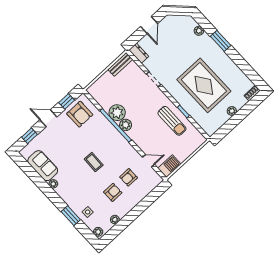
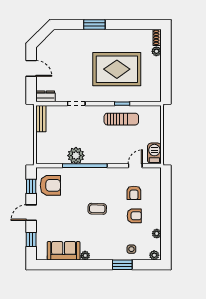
plant: (199, 31) -> (71, 34), removed
plant: (232, 111) -> (156, 51), moved
plant: (126, 125) -> (91, 158), removed
armchair: (113, 192) -> (134, 216), turned 90

